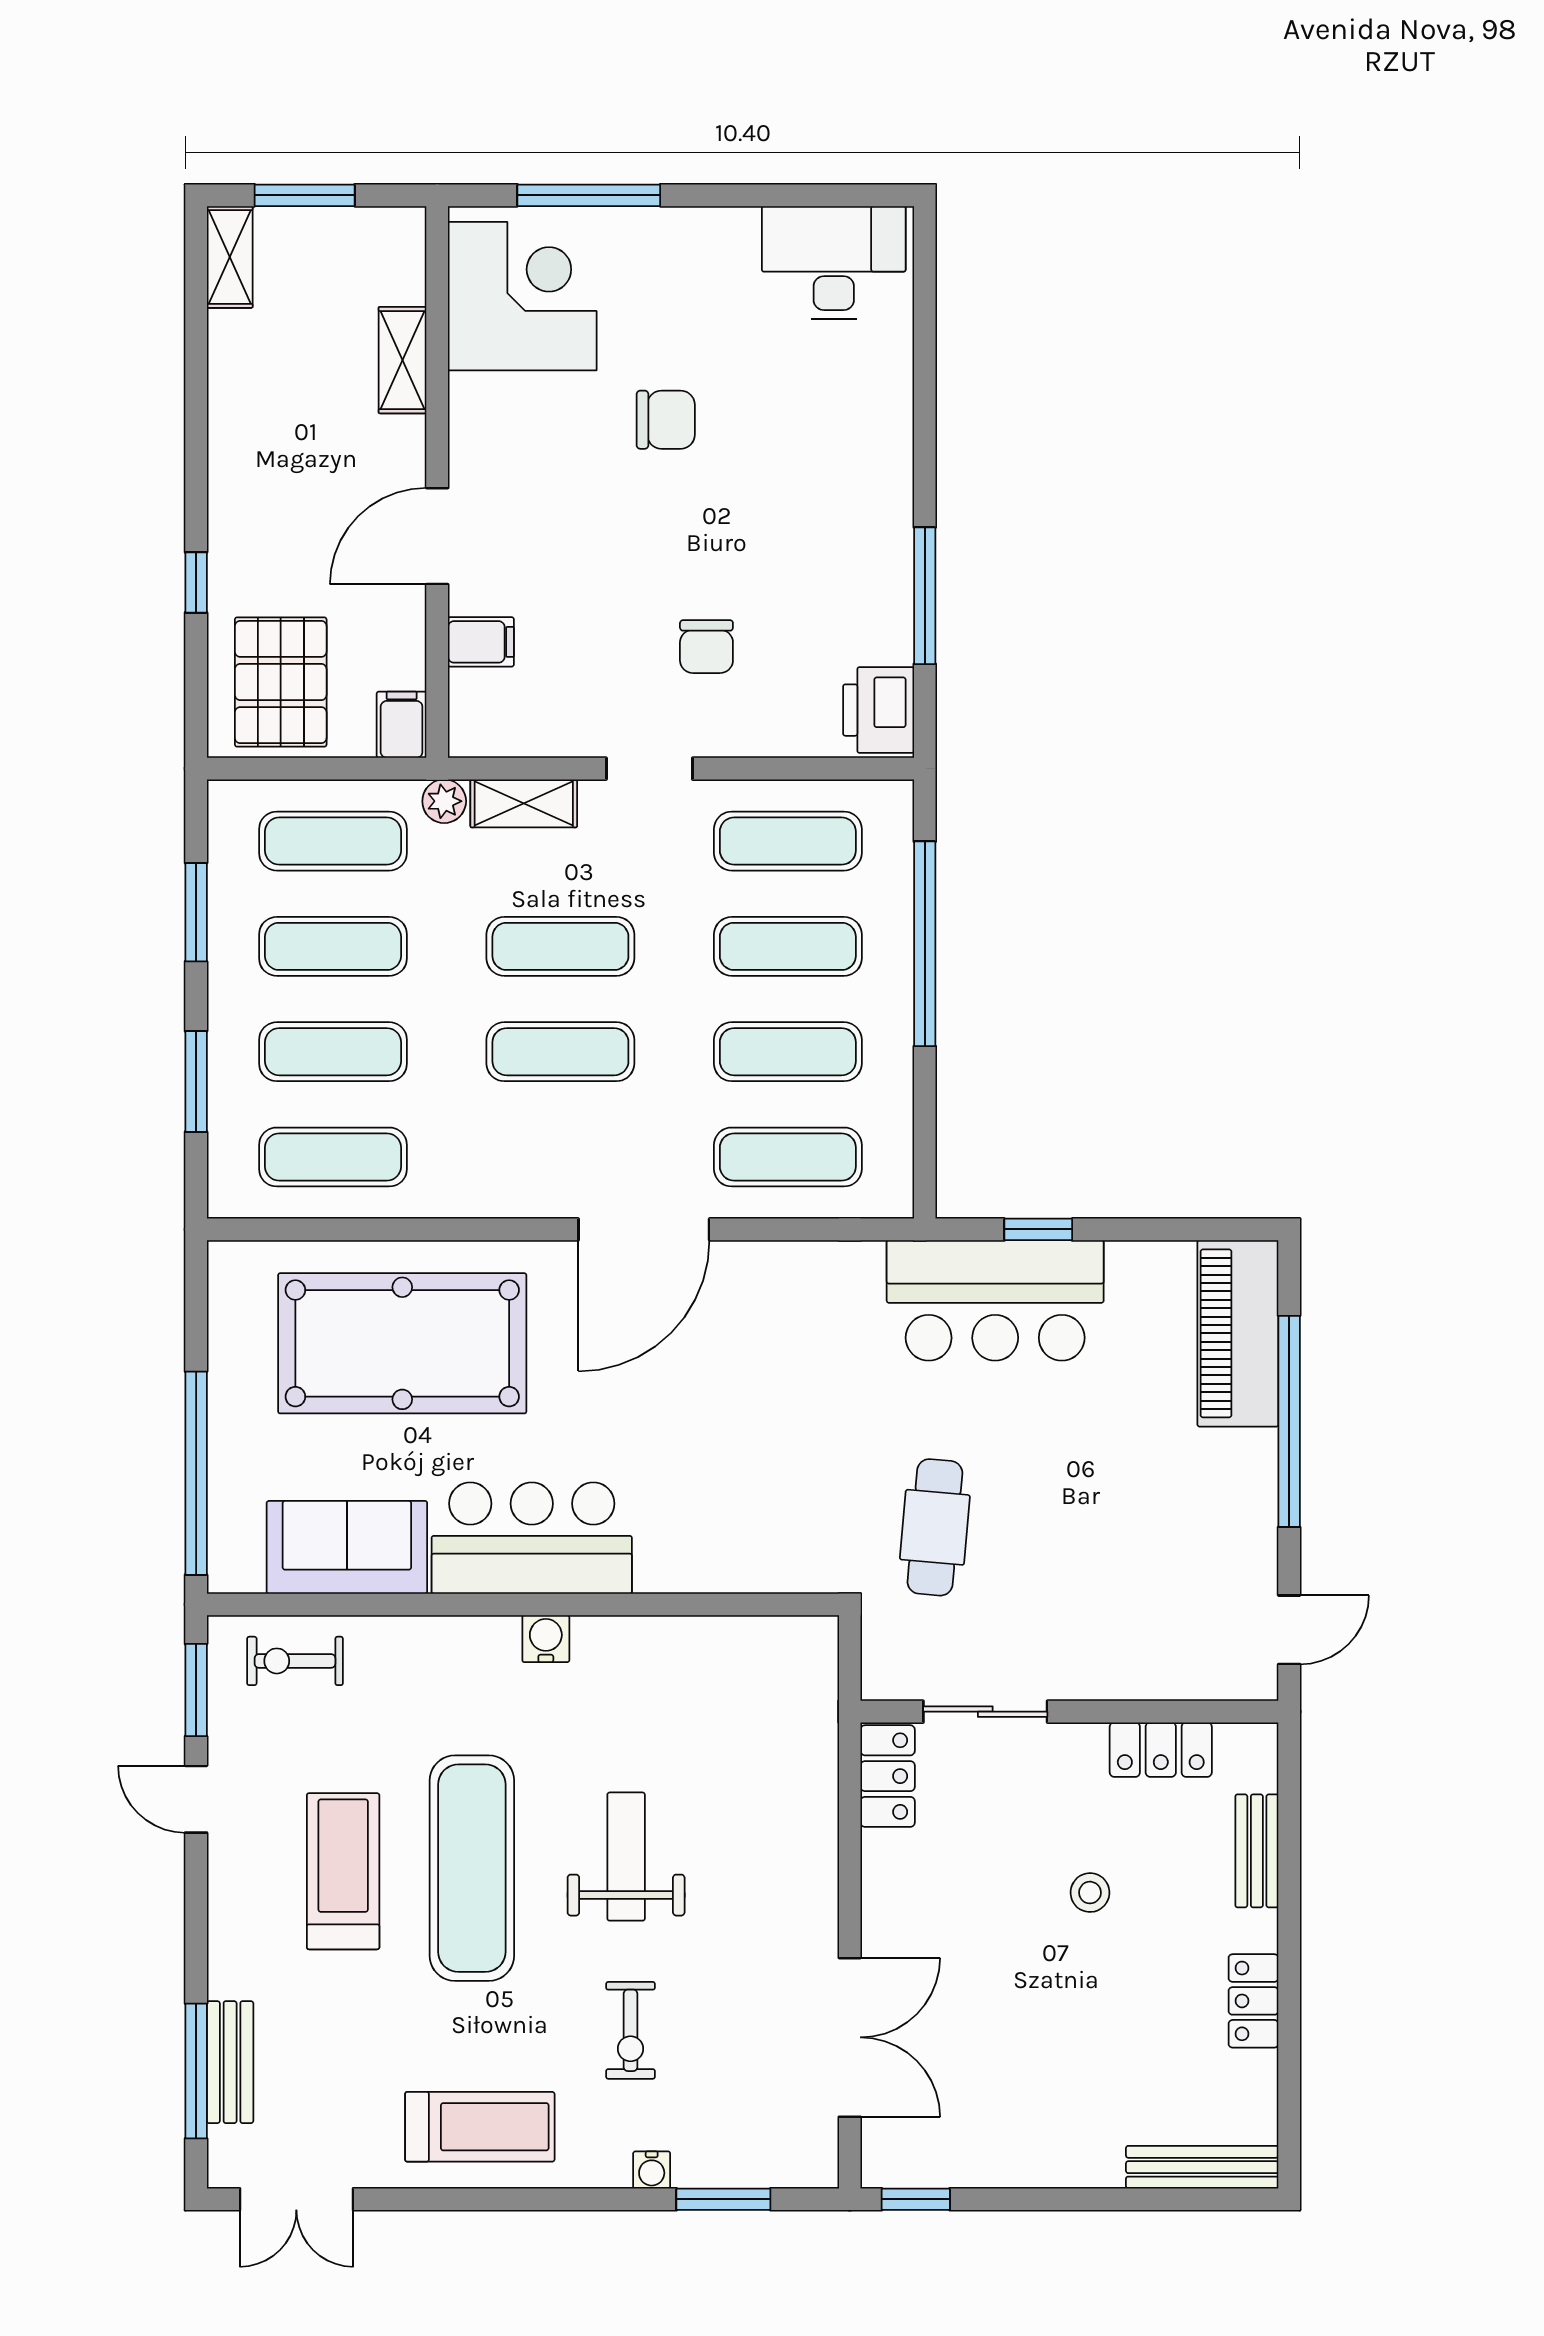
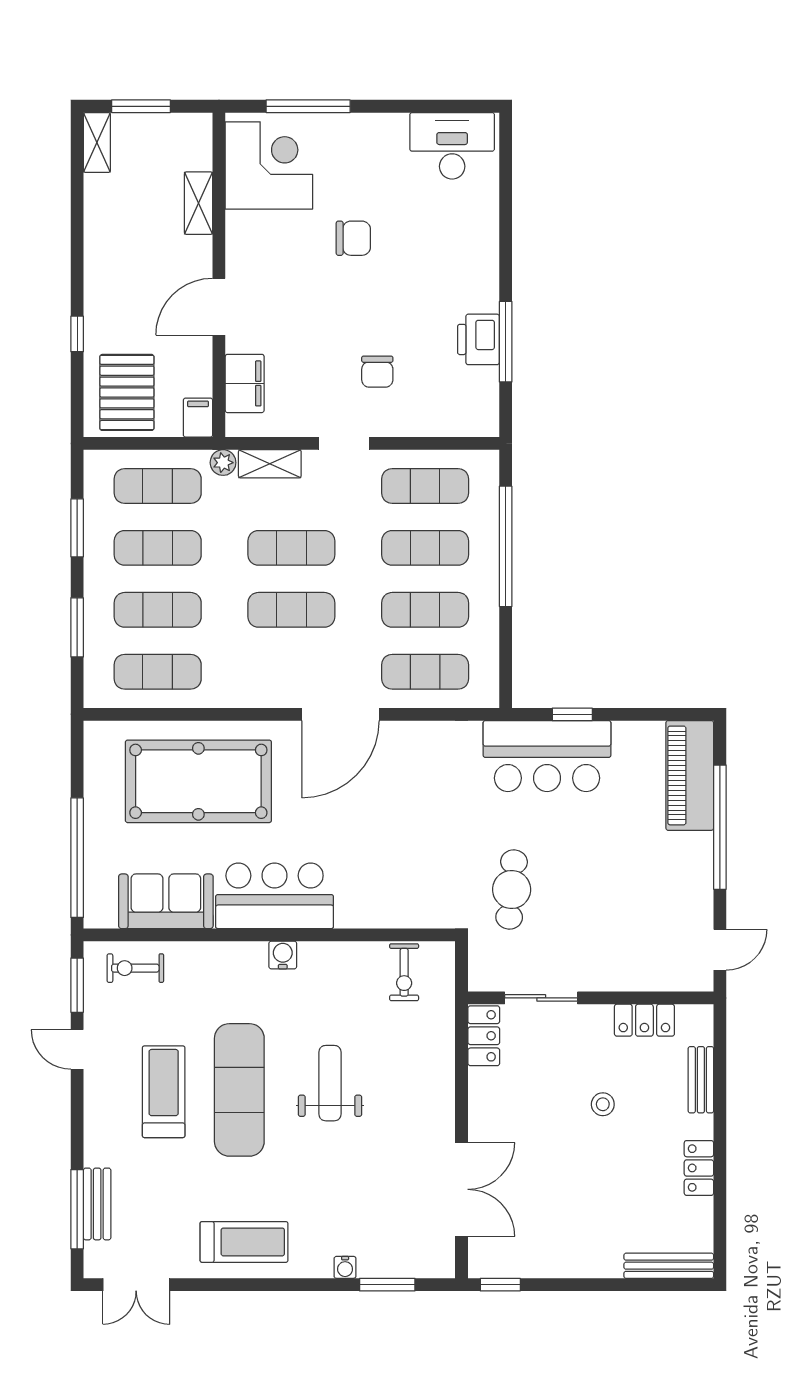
filing cabinet: (481, 642) -> (245, 383), width x2.00
printer: (879, 710) -> (478, 339), moved
exercise bike: (630, 2030) -> (404, 972), moved

